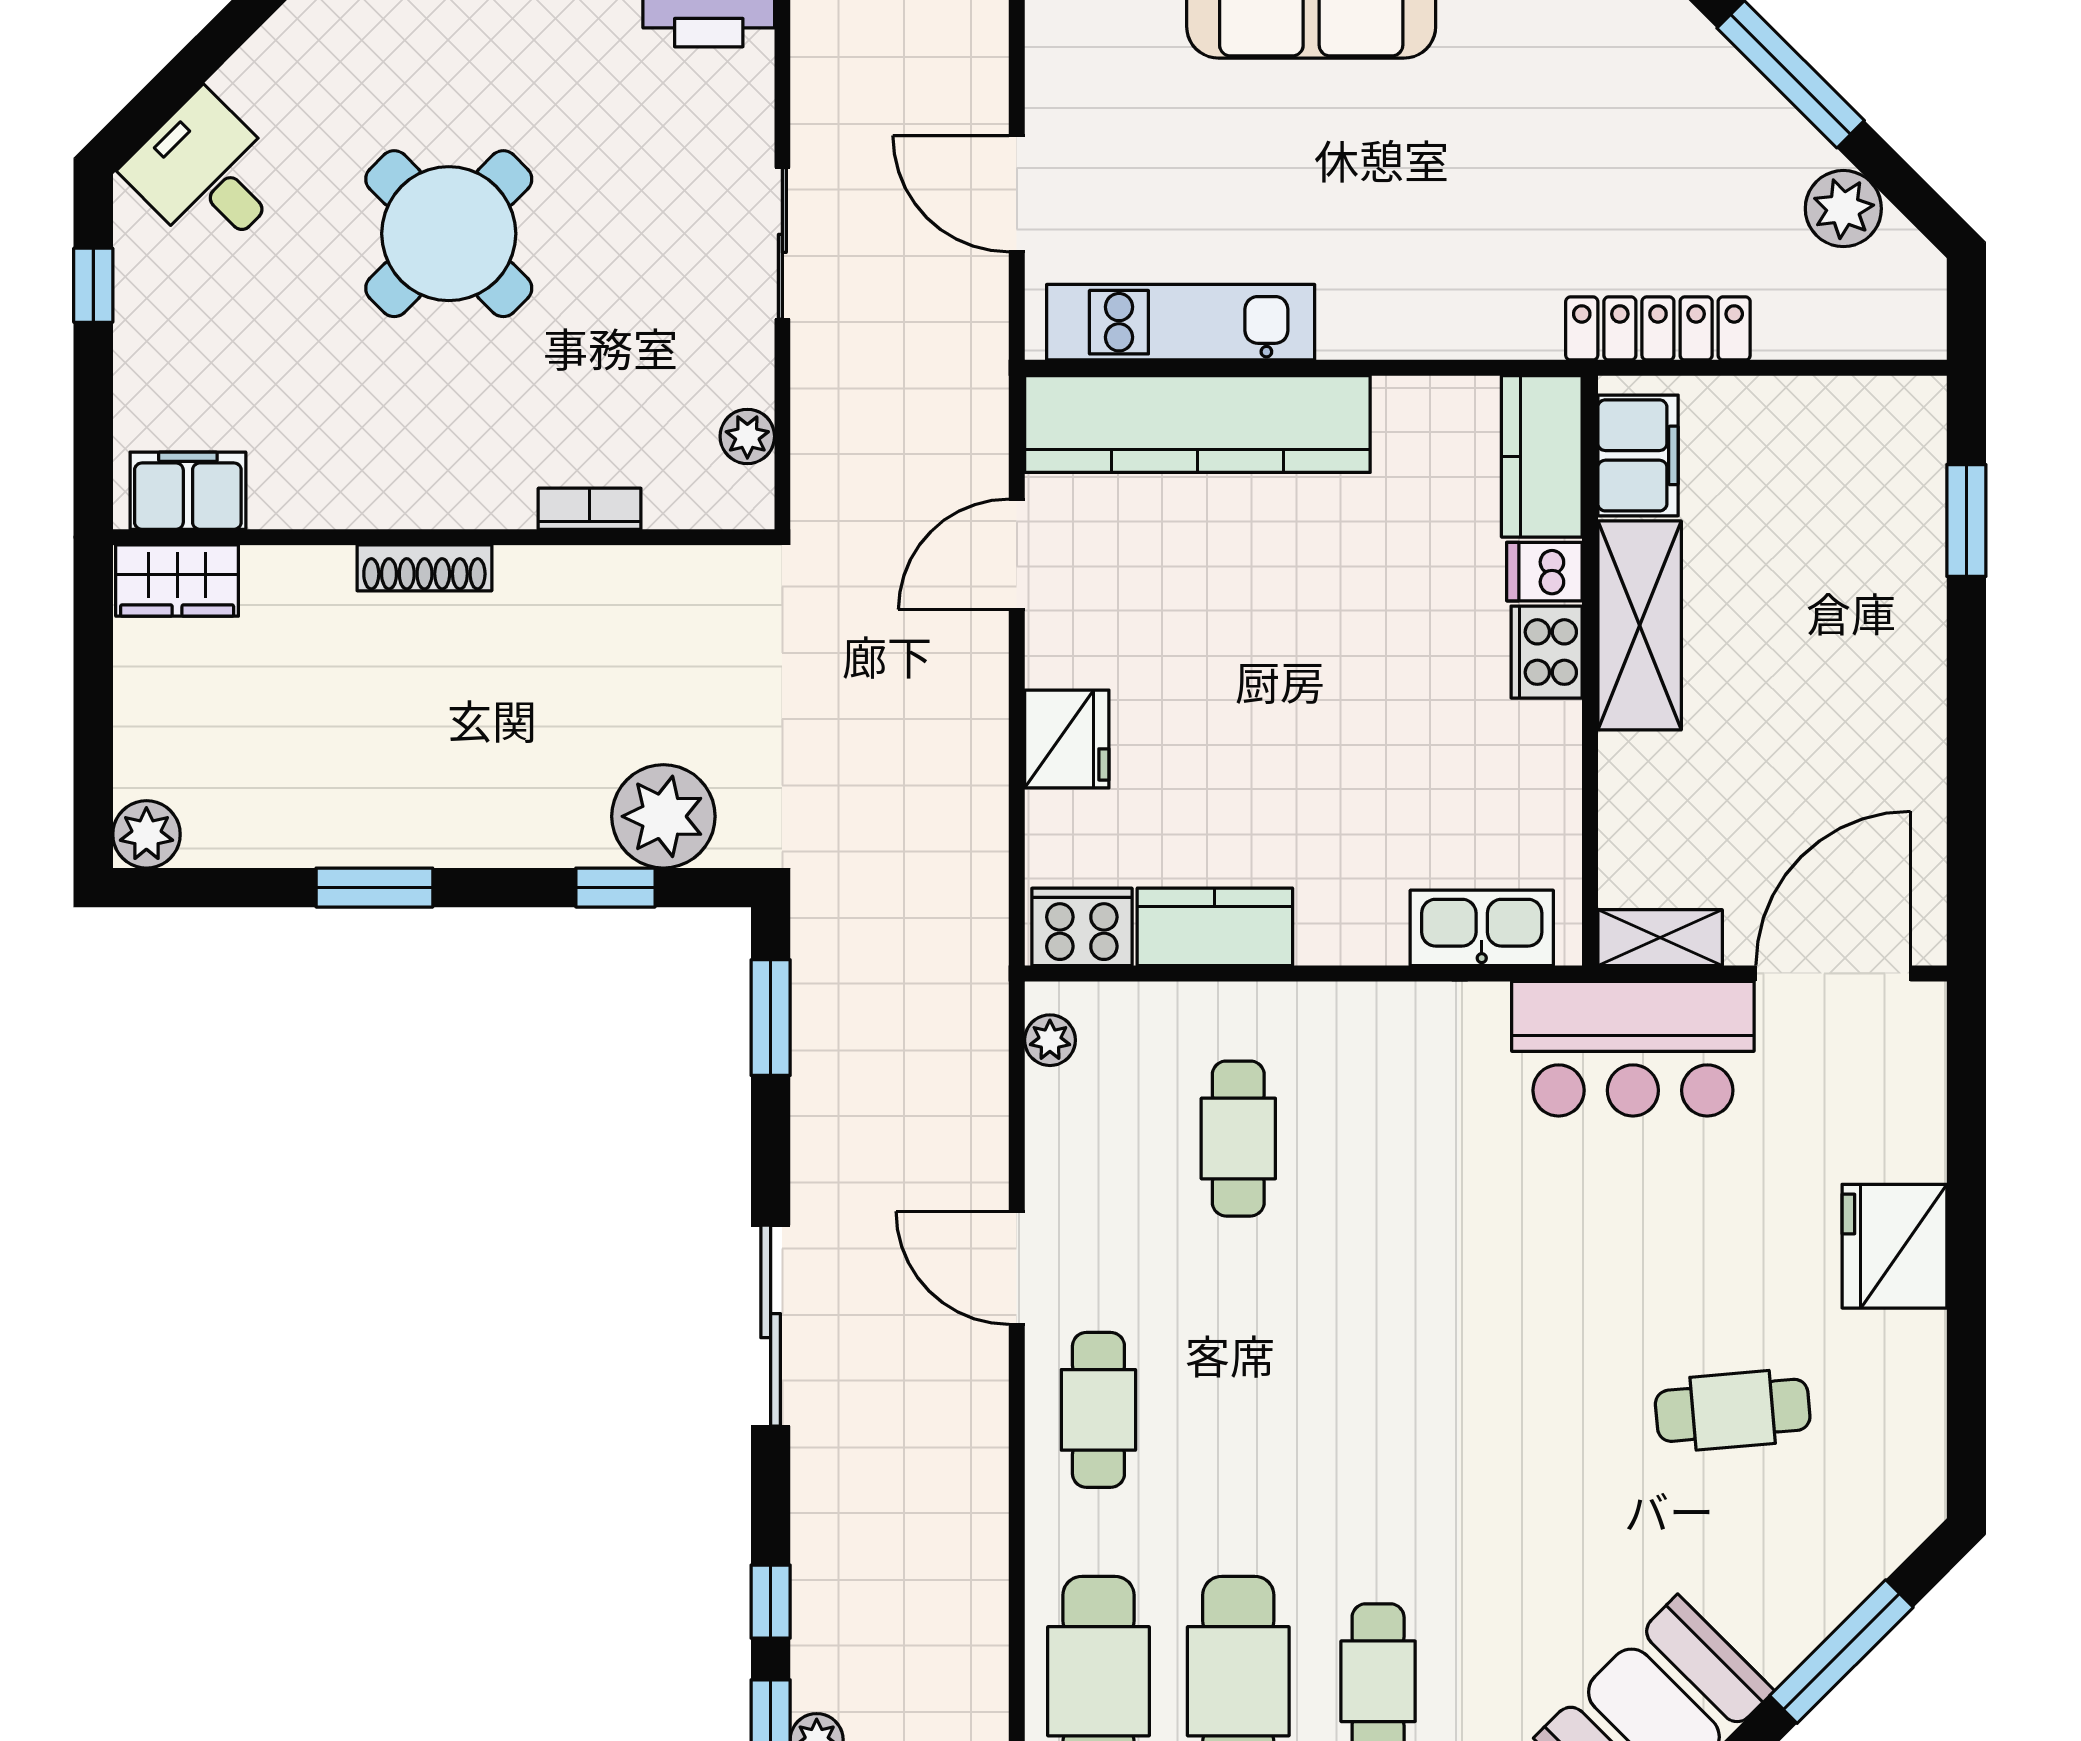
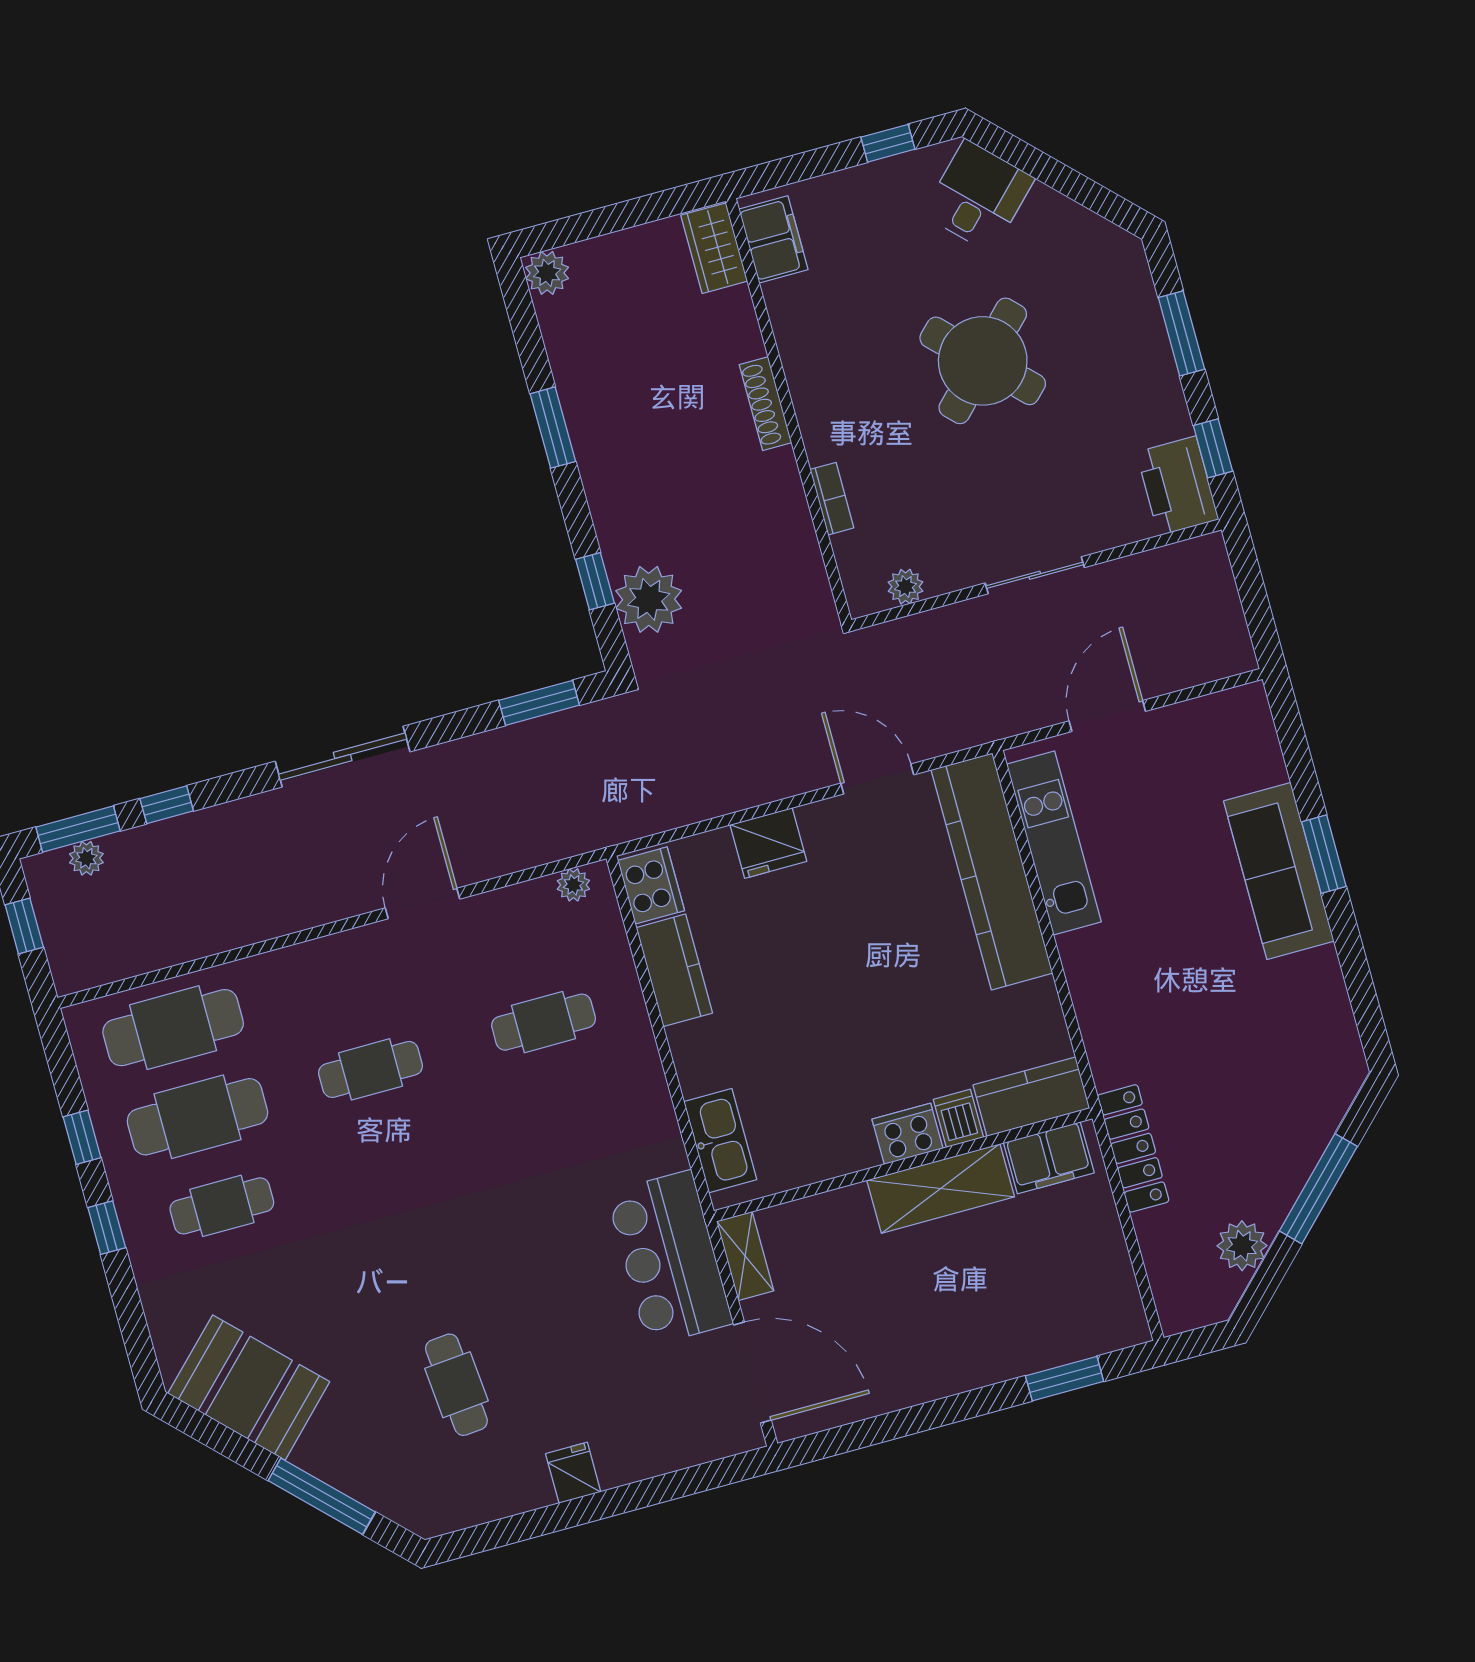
fridge: (1894, 1246) -> (573, 1473), width x0.53, depth x0.75
cafe table: (1098, 1410) -> (370, 1069), moved

